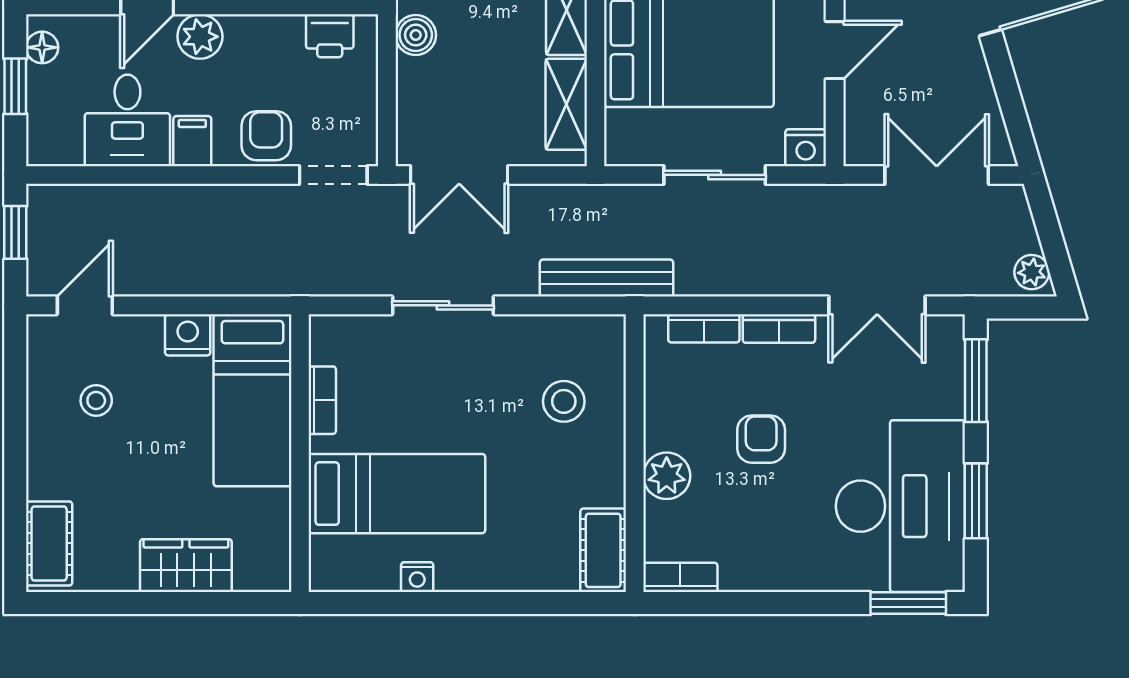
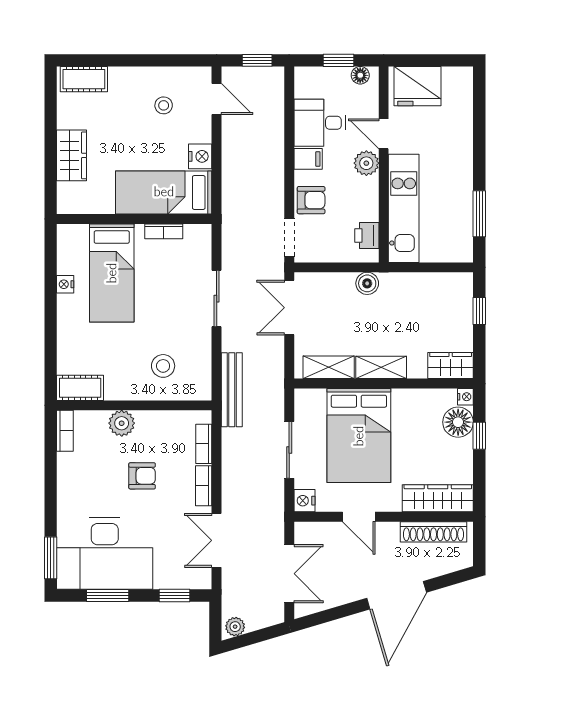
window: (976, 381) -> (175, 595), width x0.67

